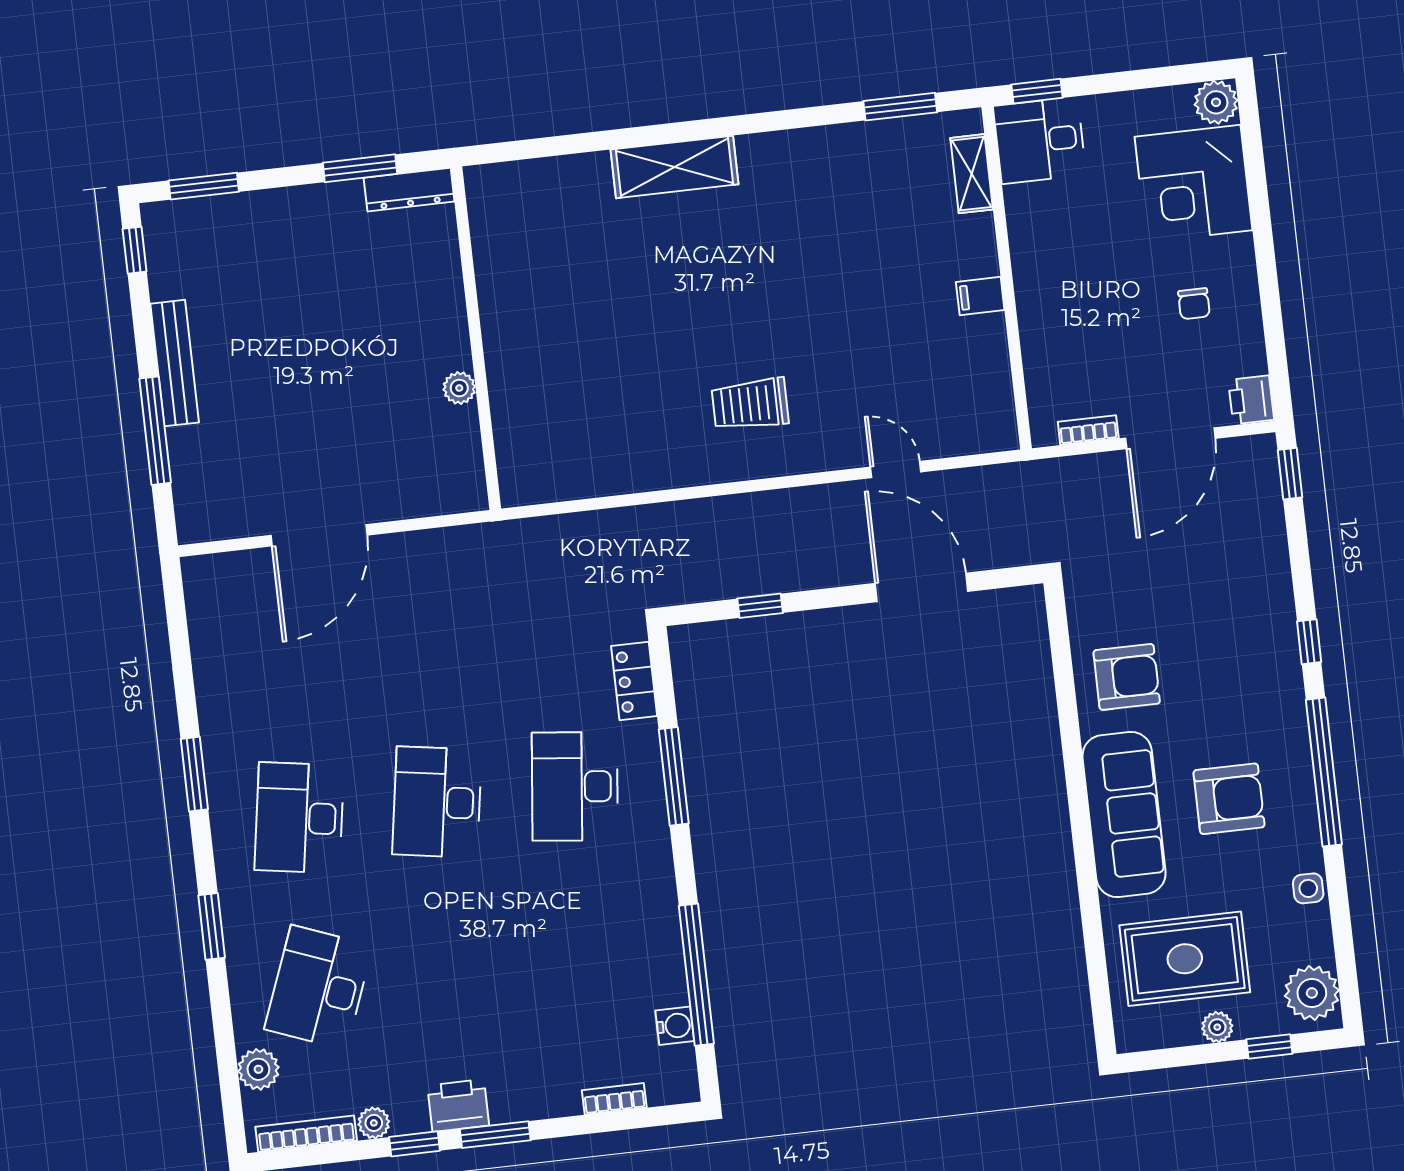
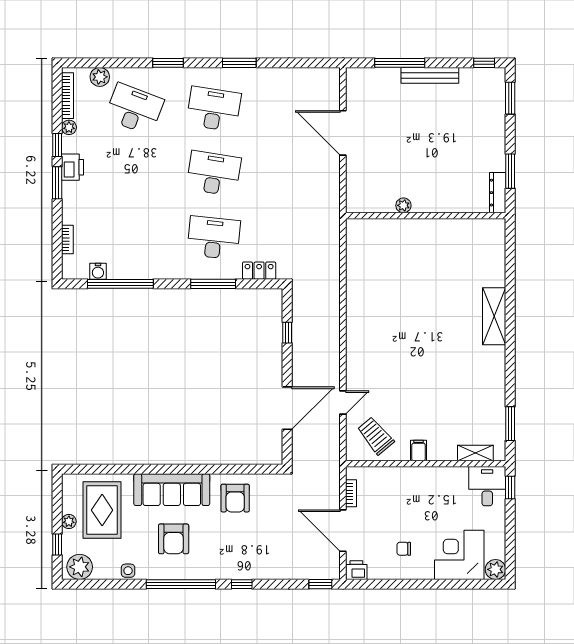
trolley: (750, 404) -> (376, 436), moved, turned -40

